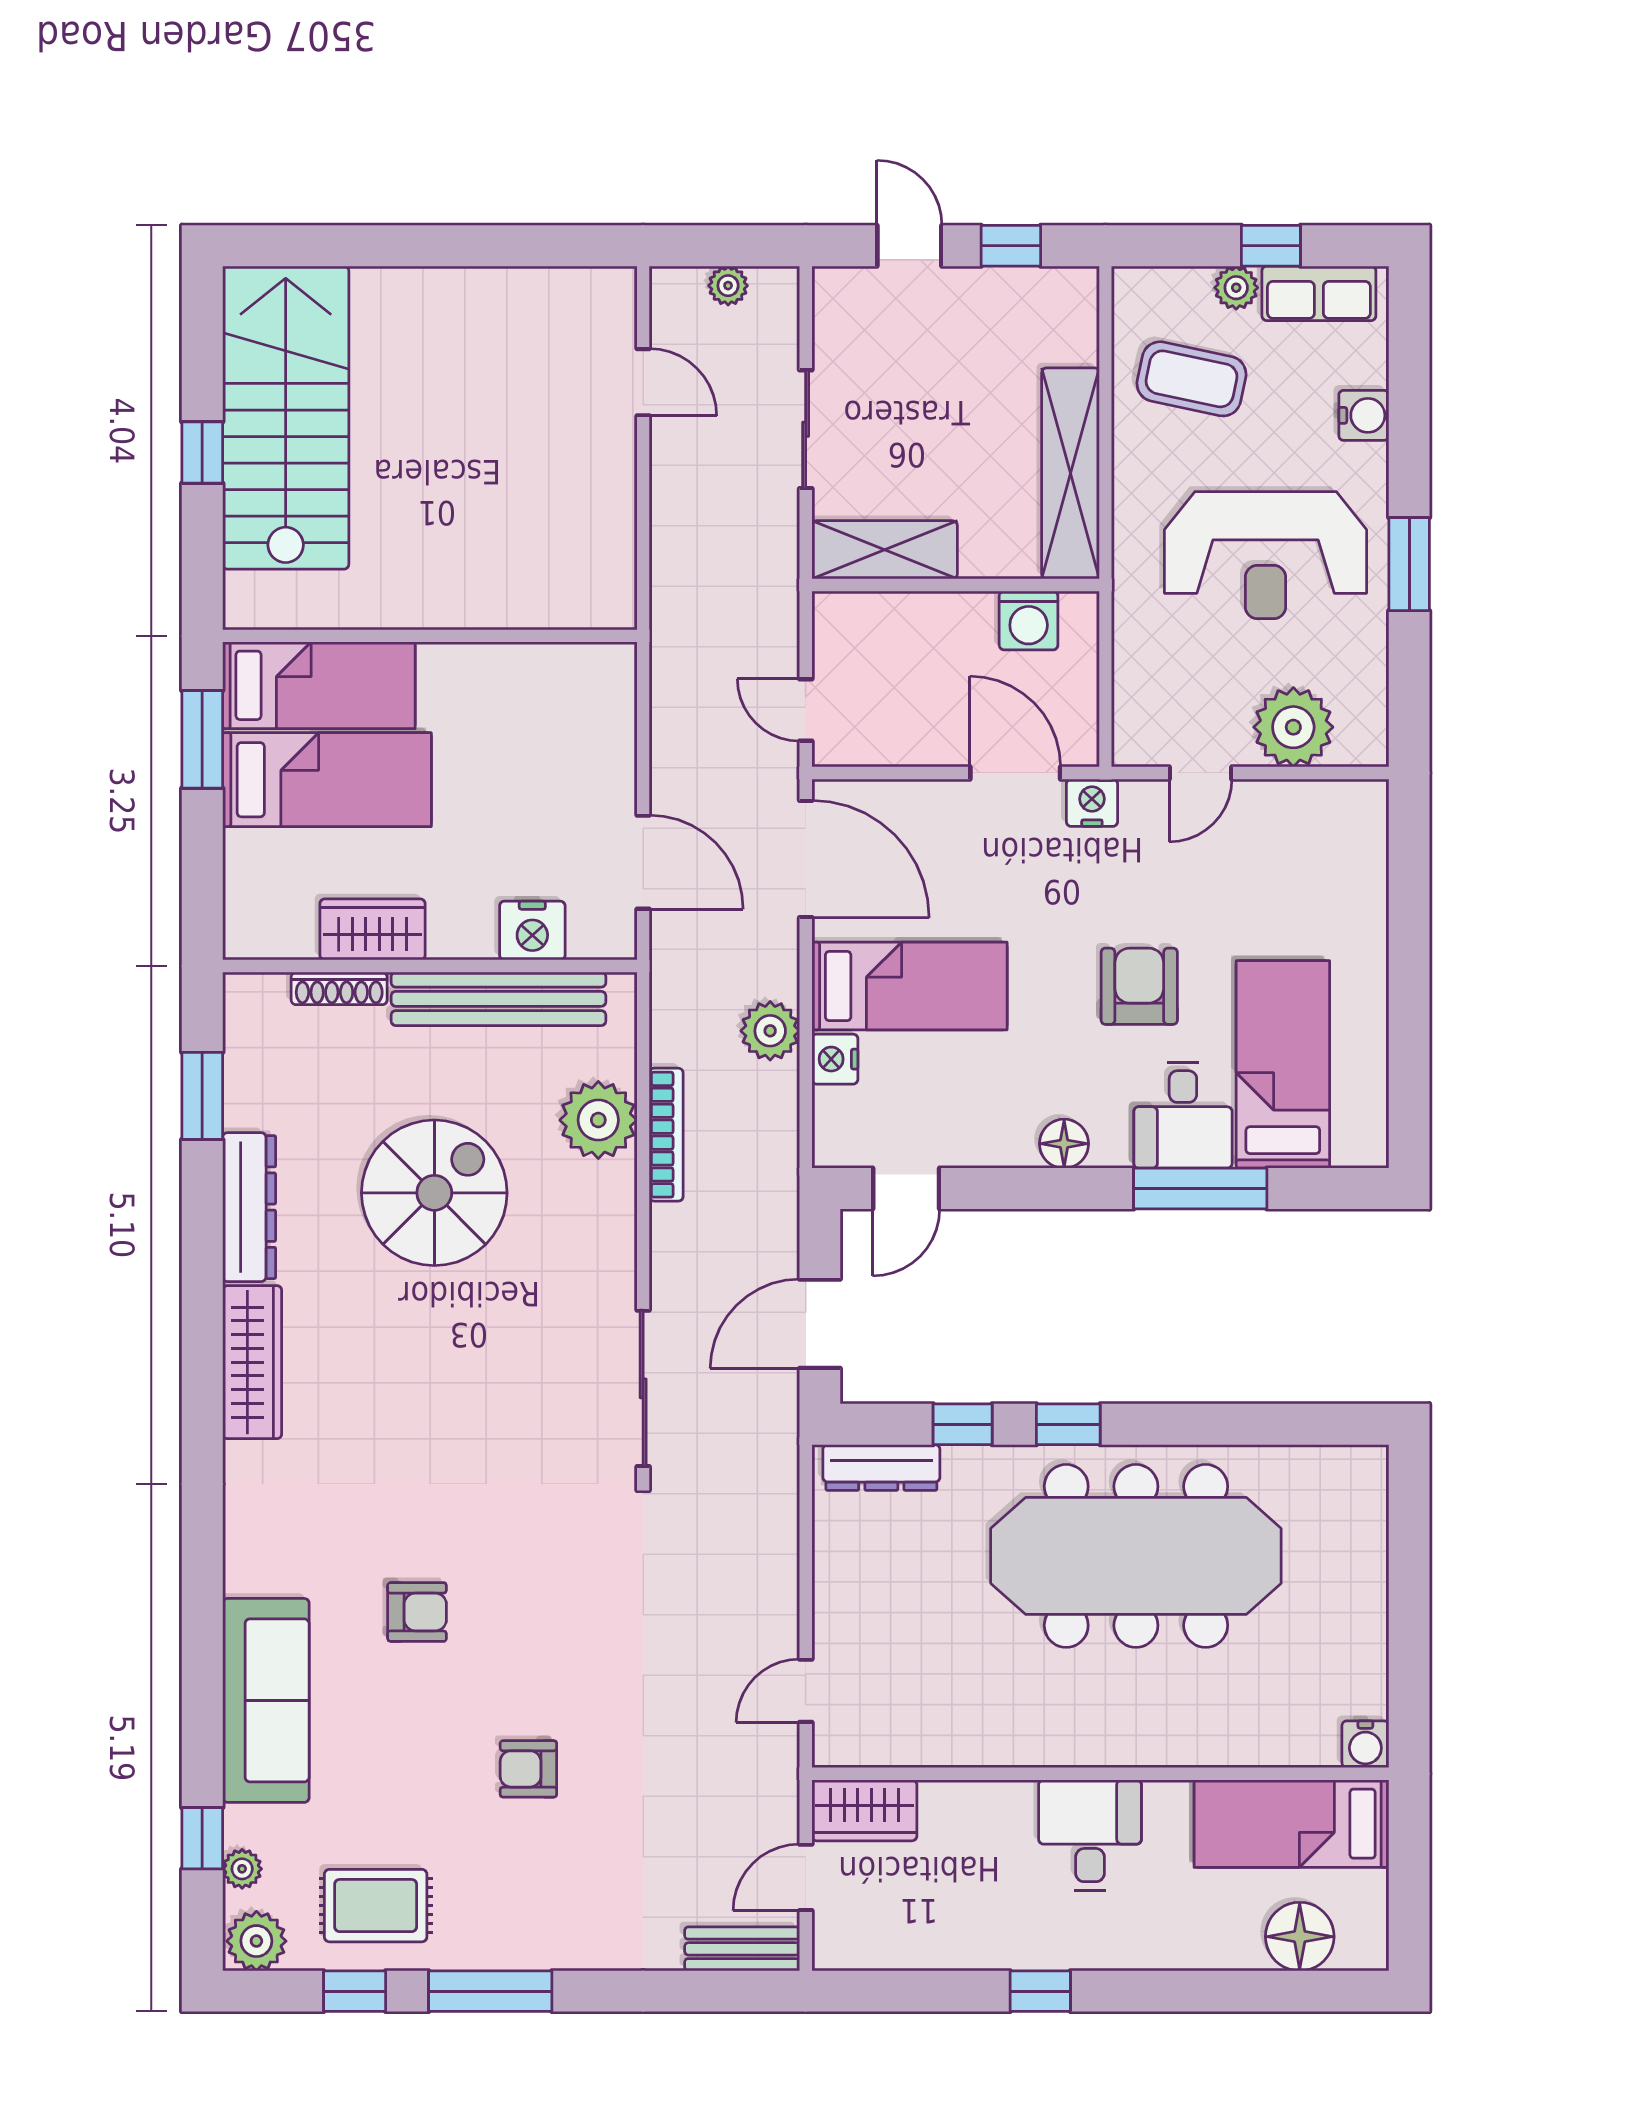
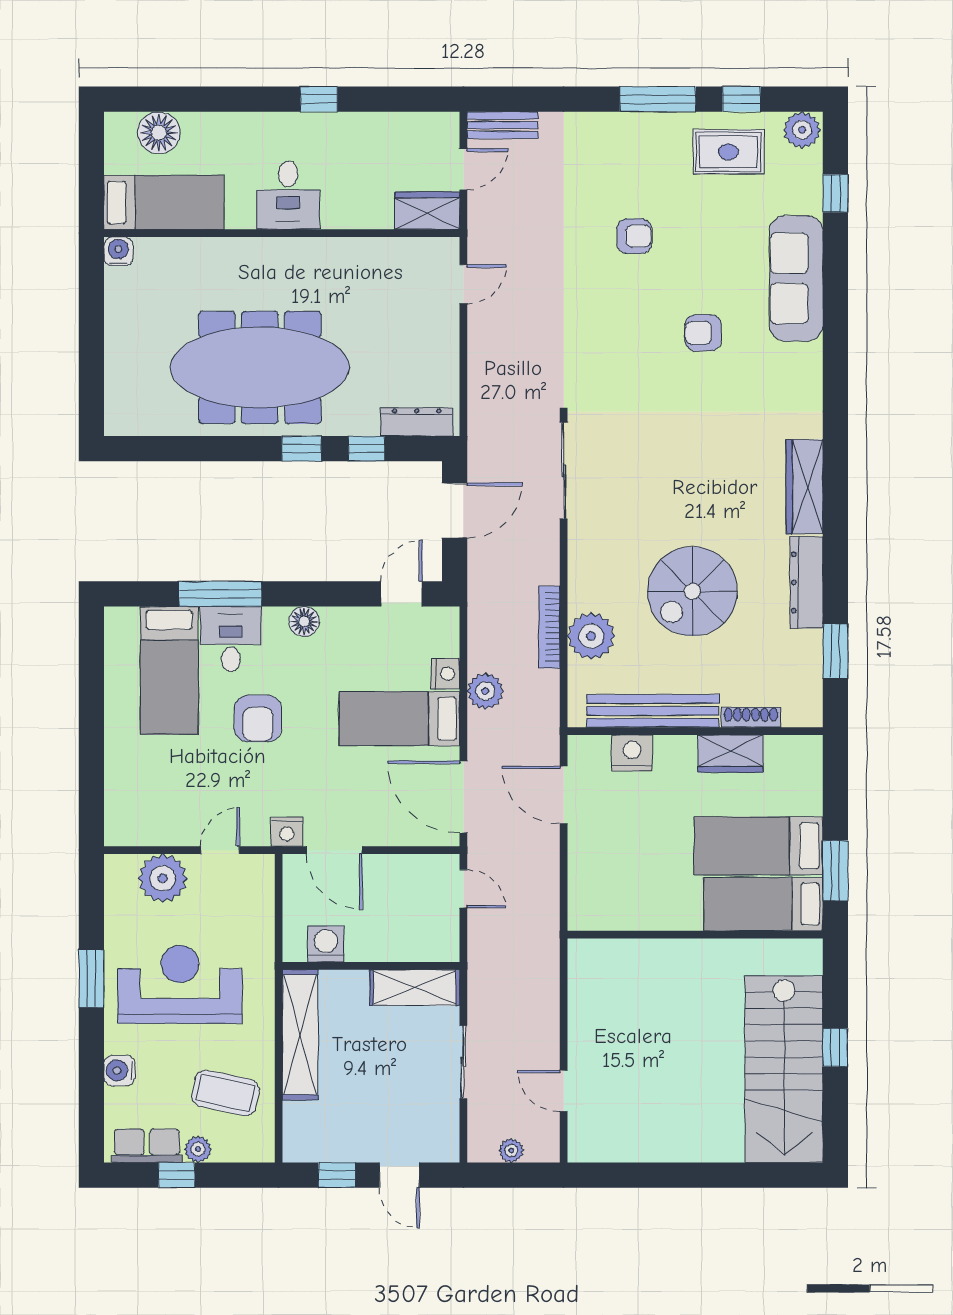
plant: (242, 1869) -> (811, 175), removed

